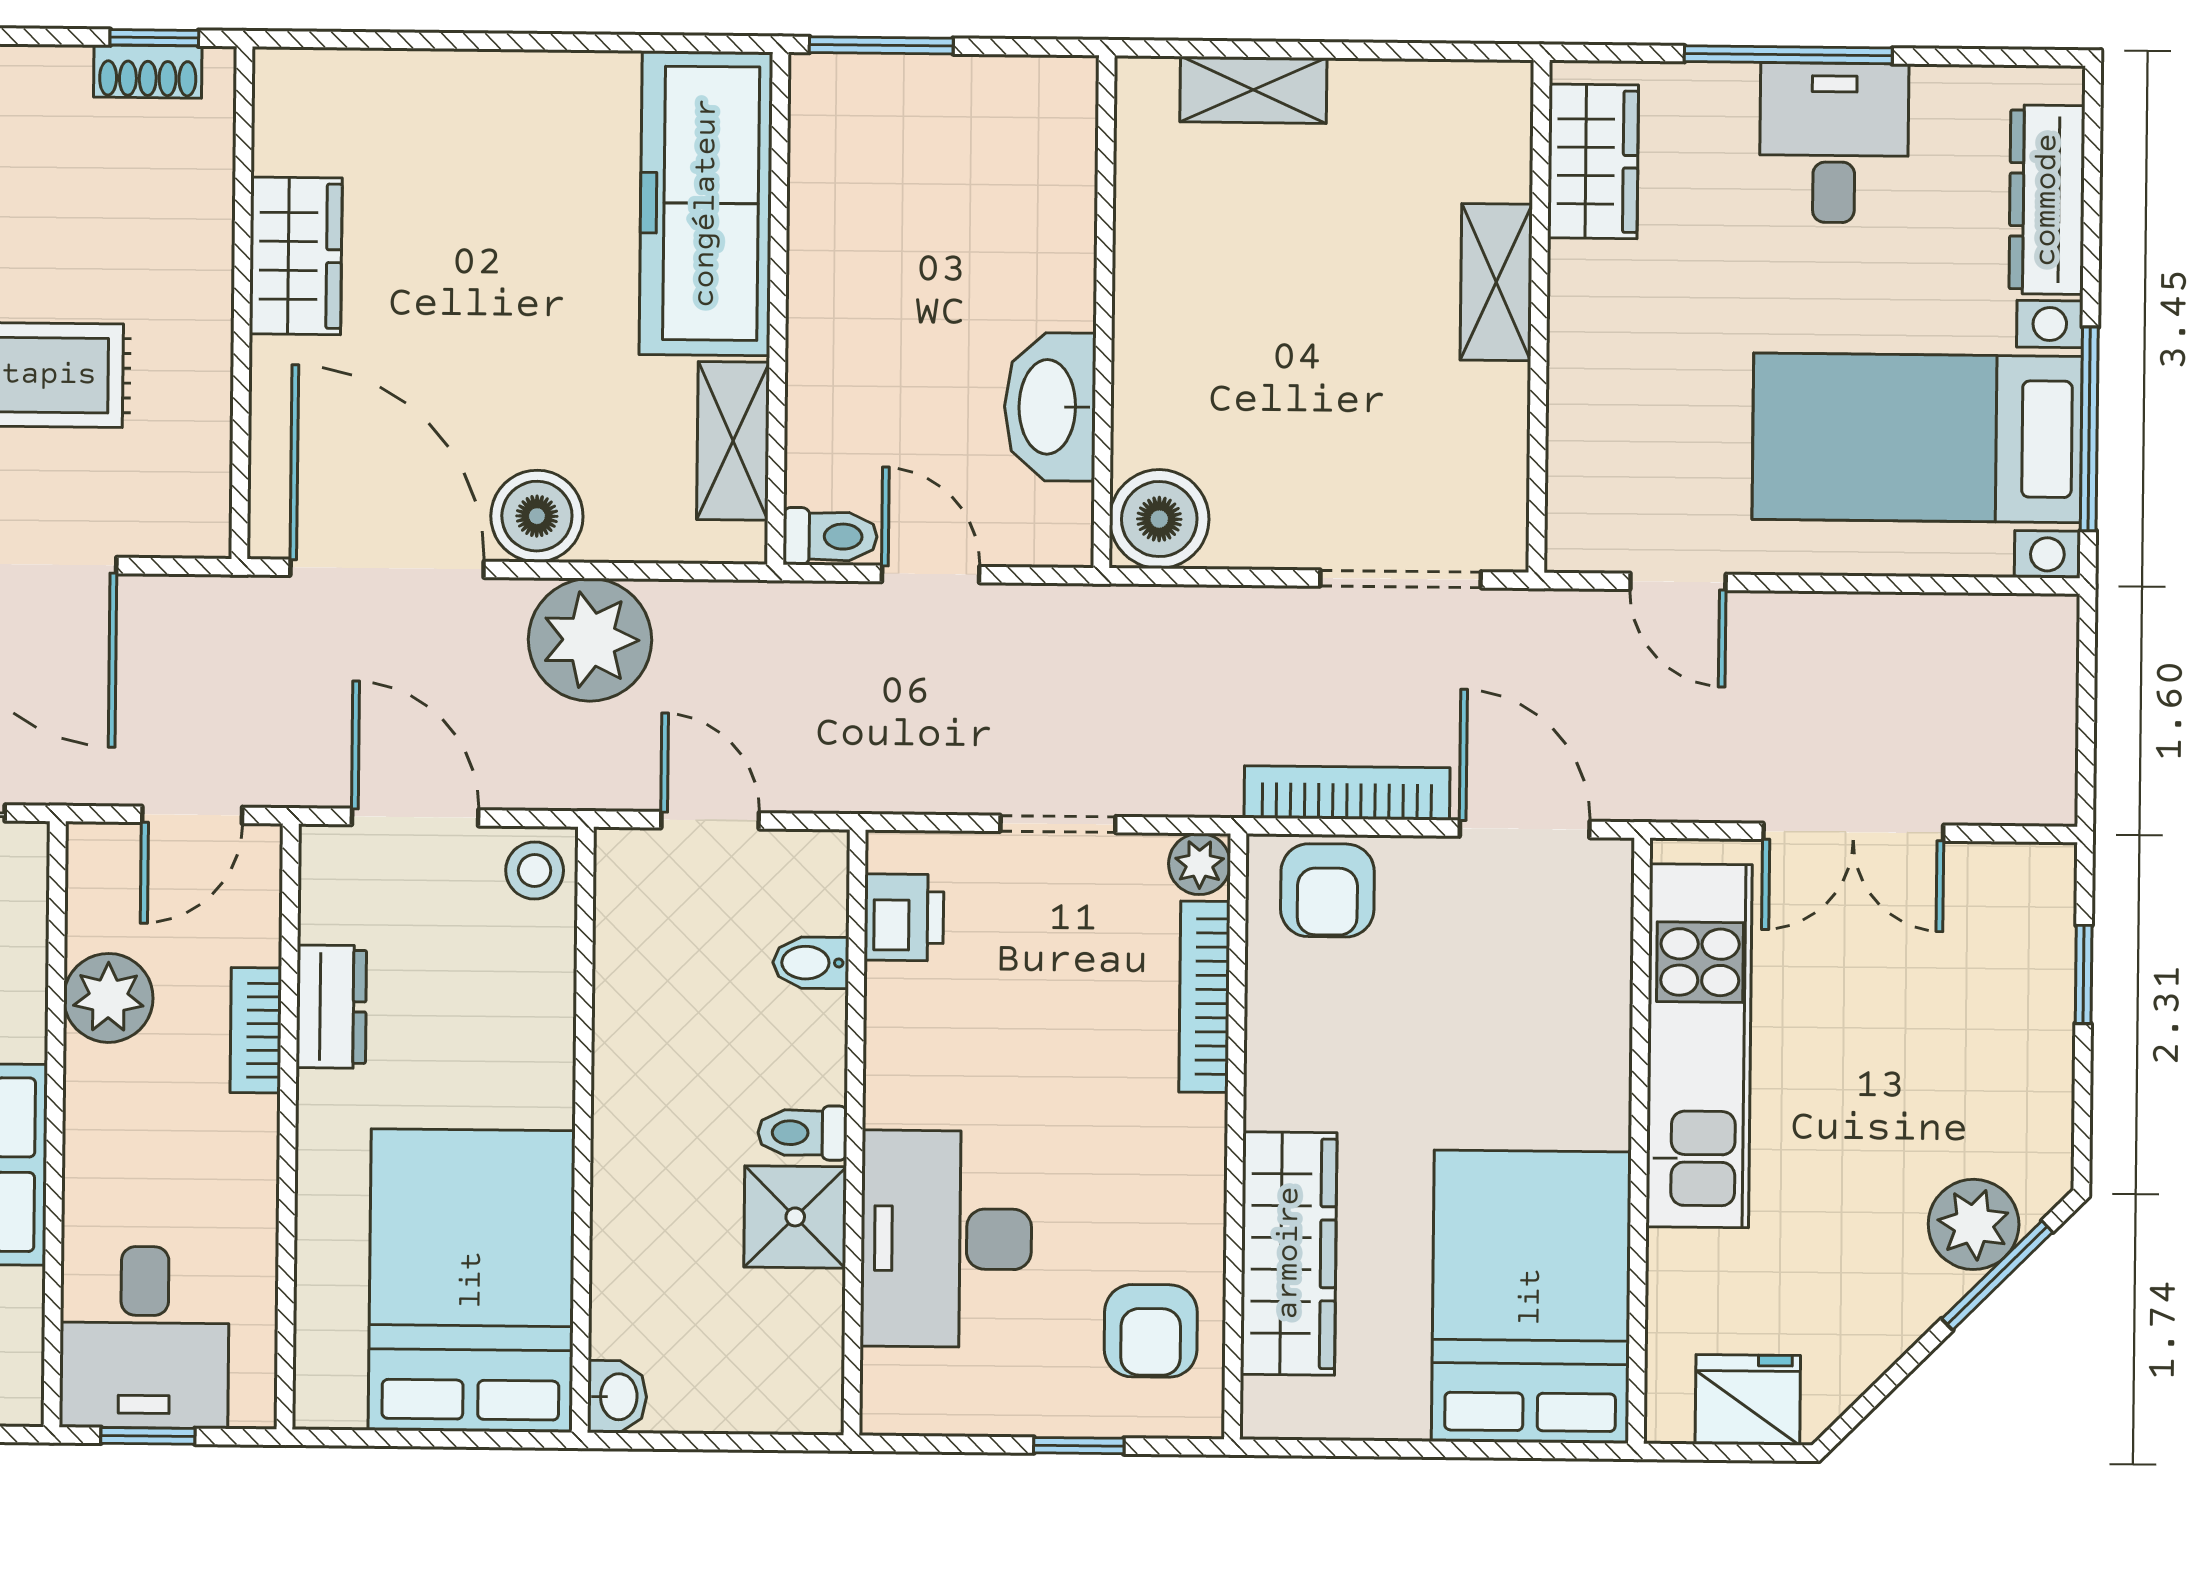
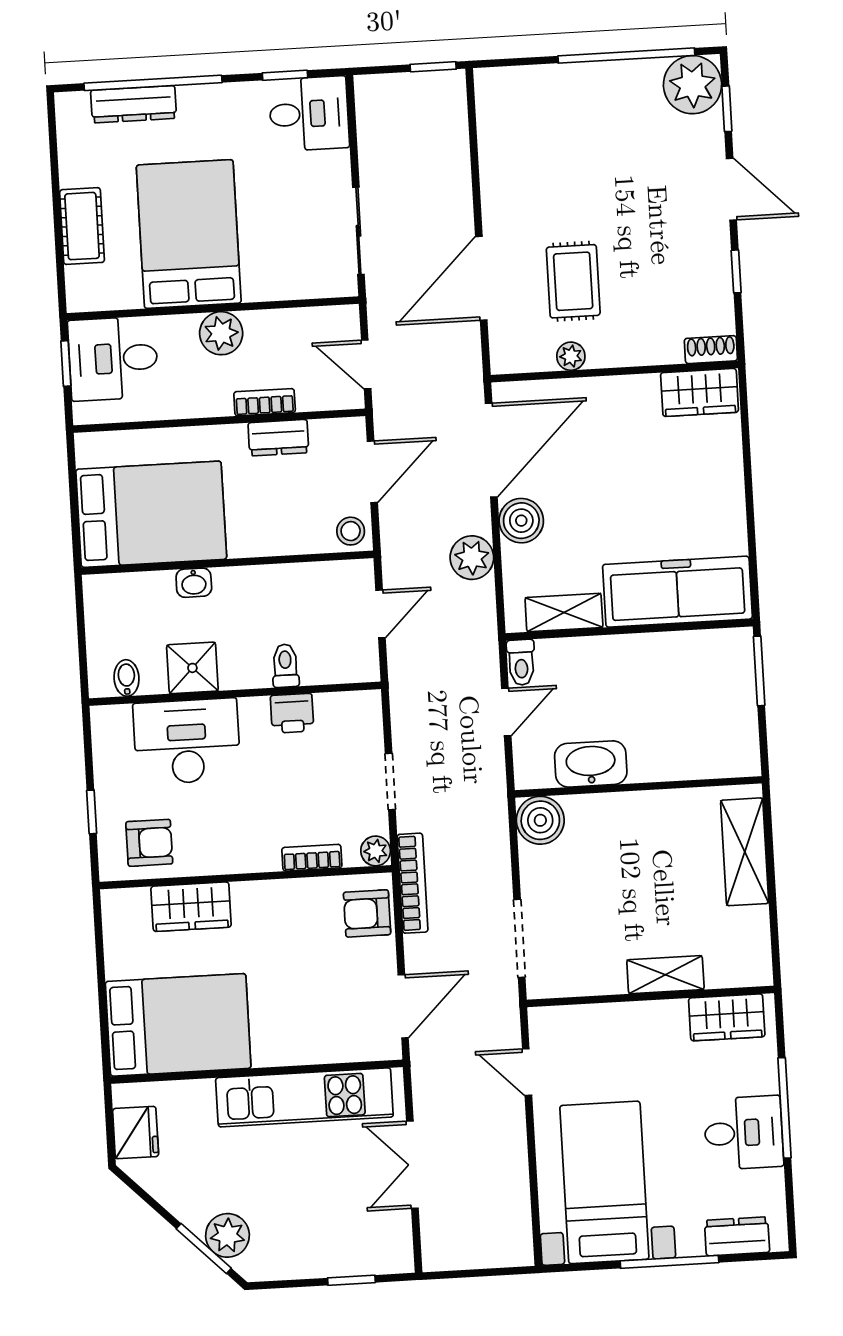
window: (154, 38) -> (736, 271), moved
shoe rack: (148, 72) -> (711, 350), moved, turned 90
shelving: (1253, 90) -> (745, 852), width x1.50, depth x1.33
dresser: (2047, 200) -> (737, 1236), width x0.70
wardrobe: (296, 256) -> (700, 392), moved
plant: (204, 390) -> (571, 356), added
window: (2089, 429) -> (669, 1262), moved
door: (1678, 582) -> (527, 1072), hinge flipped
plant: (590, 640) -> (472, 558), width x0.73, depth x0.73
bookcase: (1347, 793) -> (413, 883), moved
printer: (904, 917) -> (292, 713), moved
bidet: (811, 963) -> (126, 678), moved
bookcase: (1204, 997) -> (312, 858), width x0.64
plant: (108, 998) -> (221, 333), moved
toilet: (803, 1133) -> (285, 666), moved
wardrobe: (1289, 1253) -> (191, 907), width x0.67
armchair: (1151, 1331) -> (149, 843), turned 180
washbasin: (617, 1397) -> (194, 583), moved

